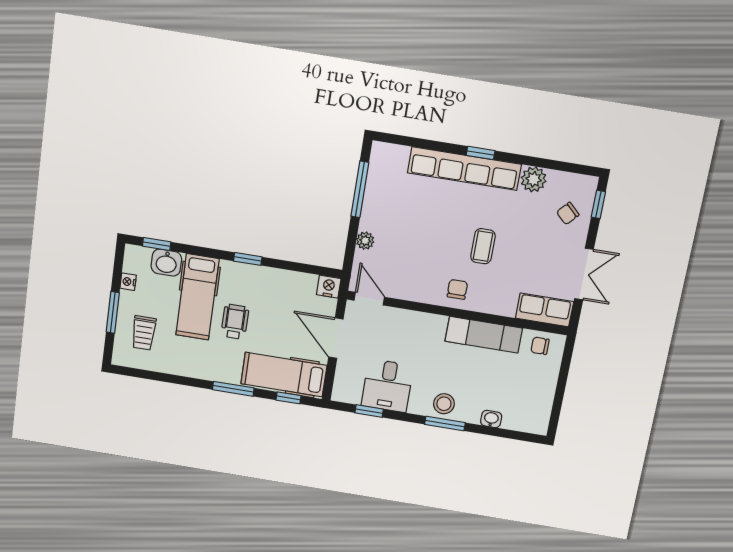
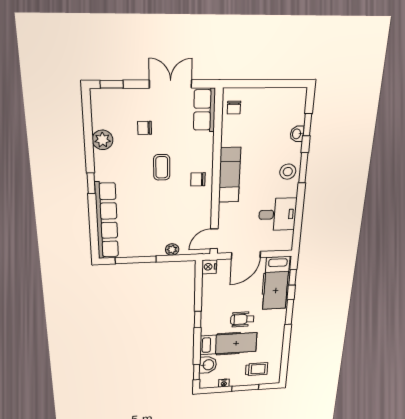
row of seats: (464, 169) -> (107, 221), moved
chair: (568, 213) -> (145, 128), moved, turned 137
coffee table: (483, 246) -> (162, 167), turned 90
exam couch: (484, 335) -> (230, 175), moved
window: (369, 411) -> (307, 125), moved

